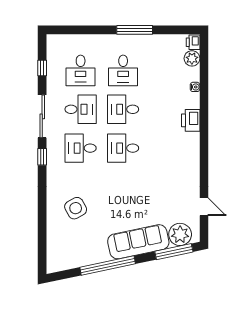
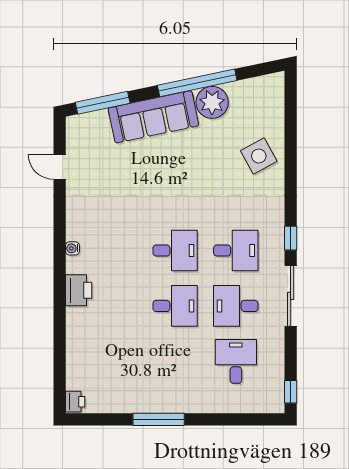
plant: (192, 58) -> (77, 379), removed
window: (42, 68) -> (291, 392), moved
desk: (123, 70) -> (175, 361), removed
water cooler: (195, 87) -> (72, 248), moved
side table: (76, 208) -> (259, 156), moved
plant: (180, 234) -> (212, 102), moved

